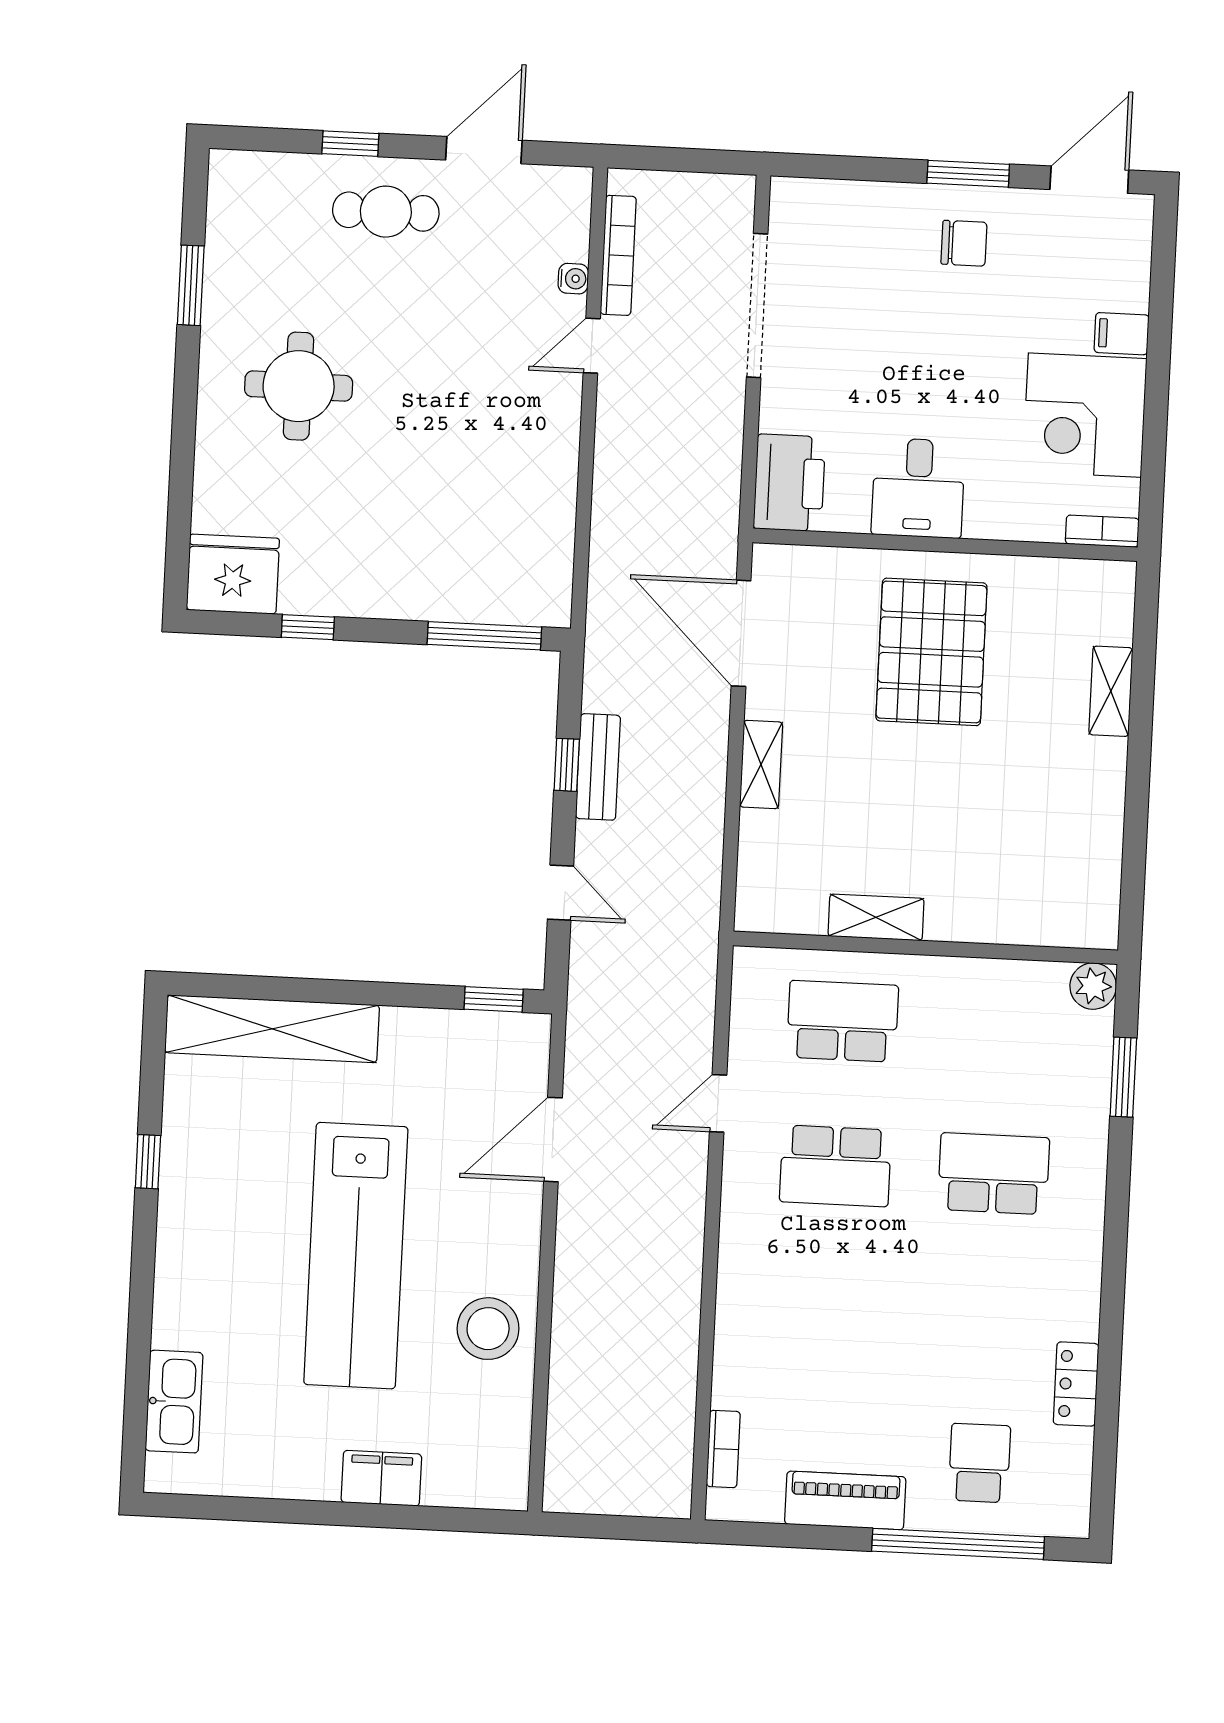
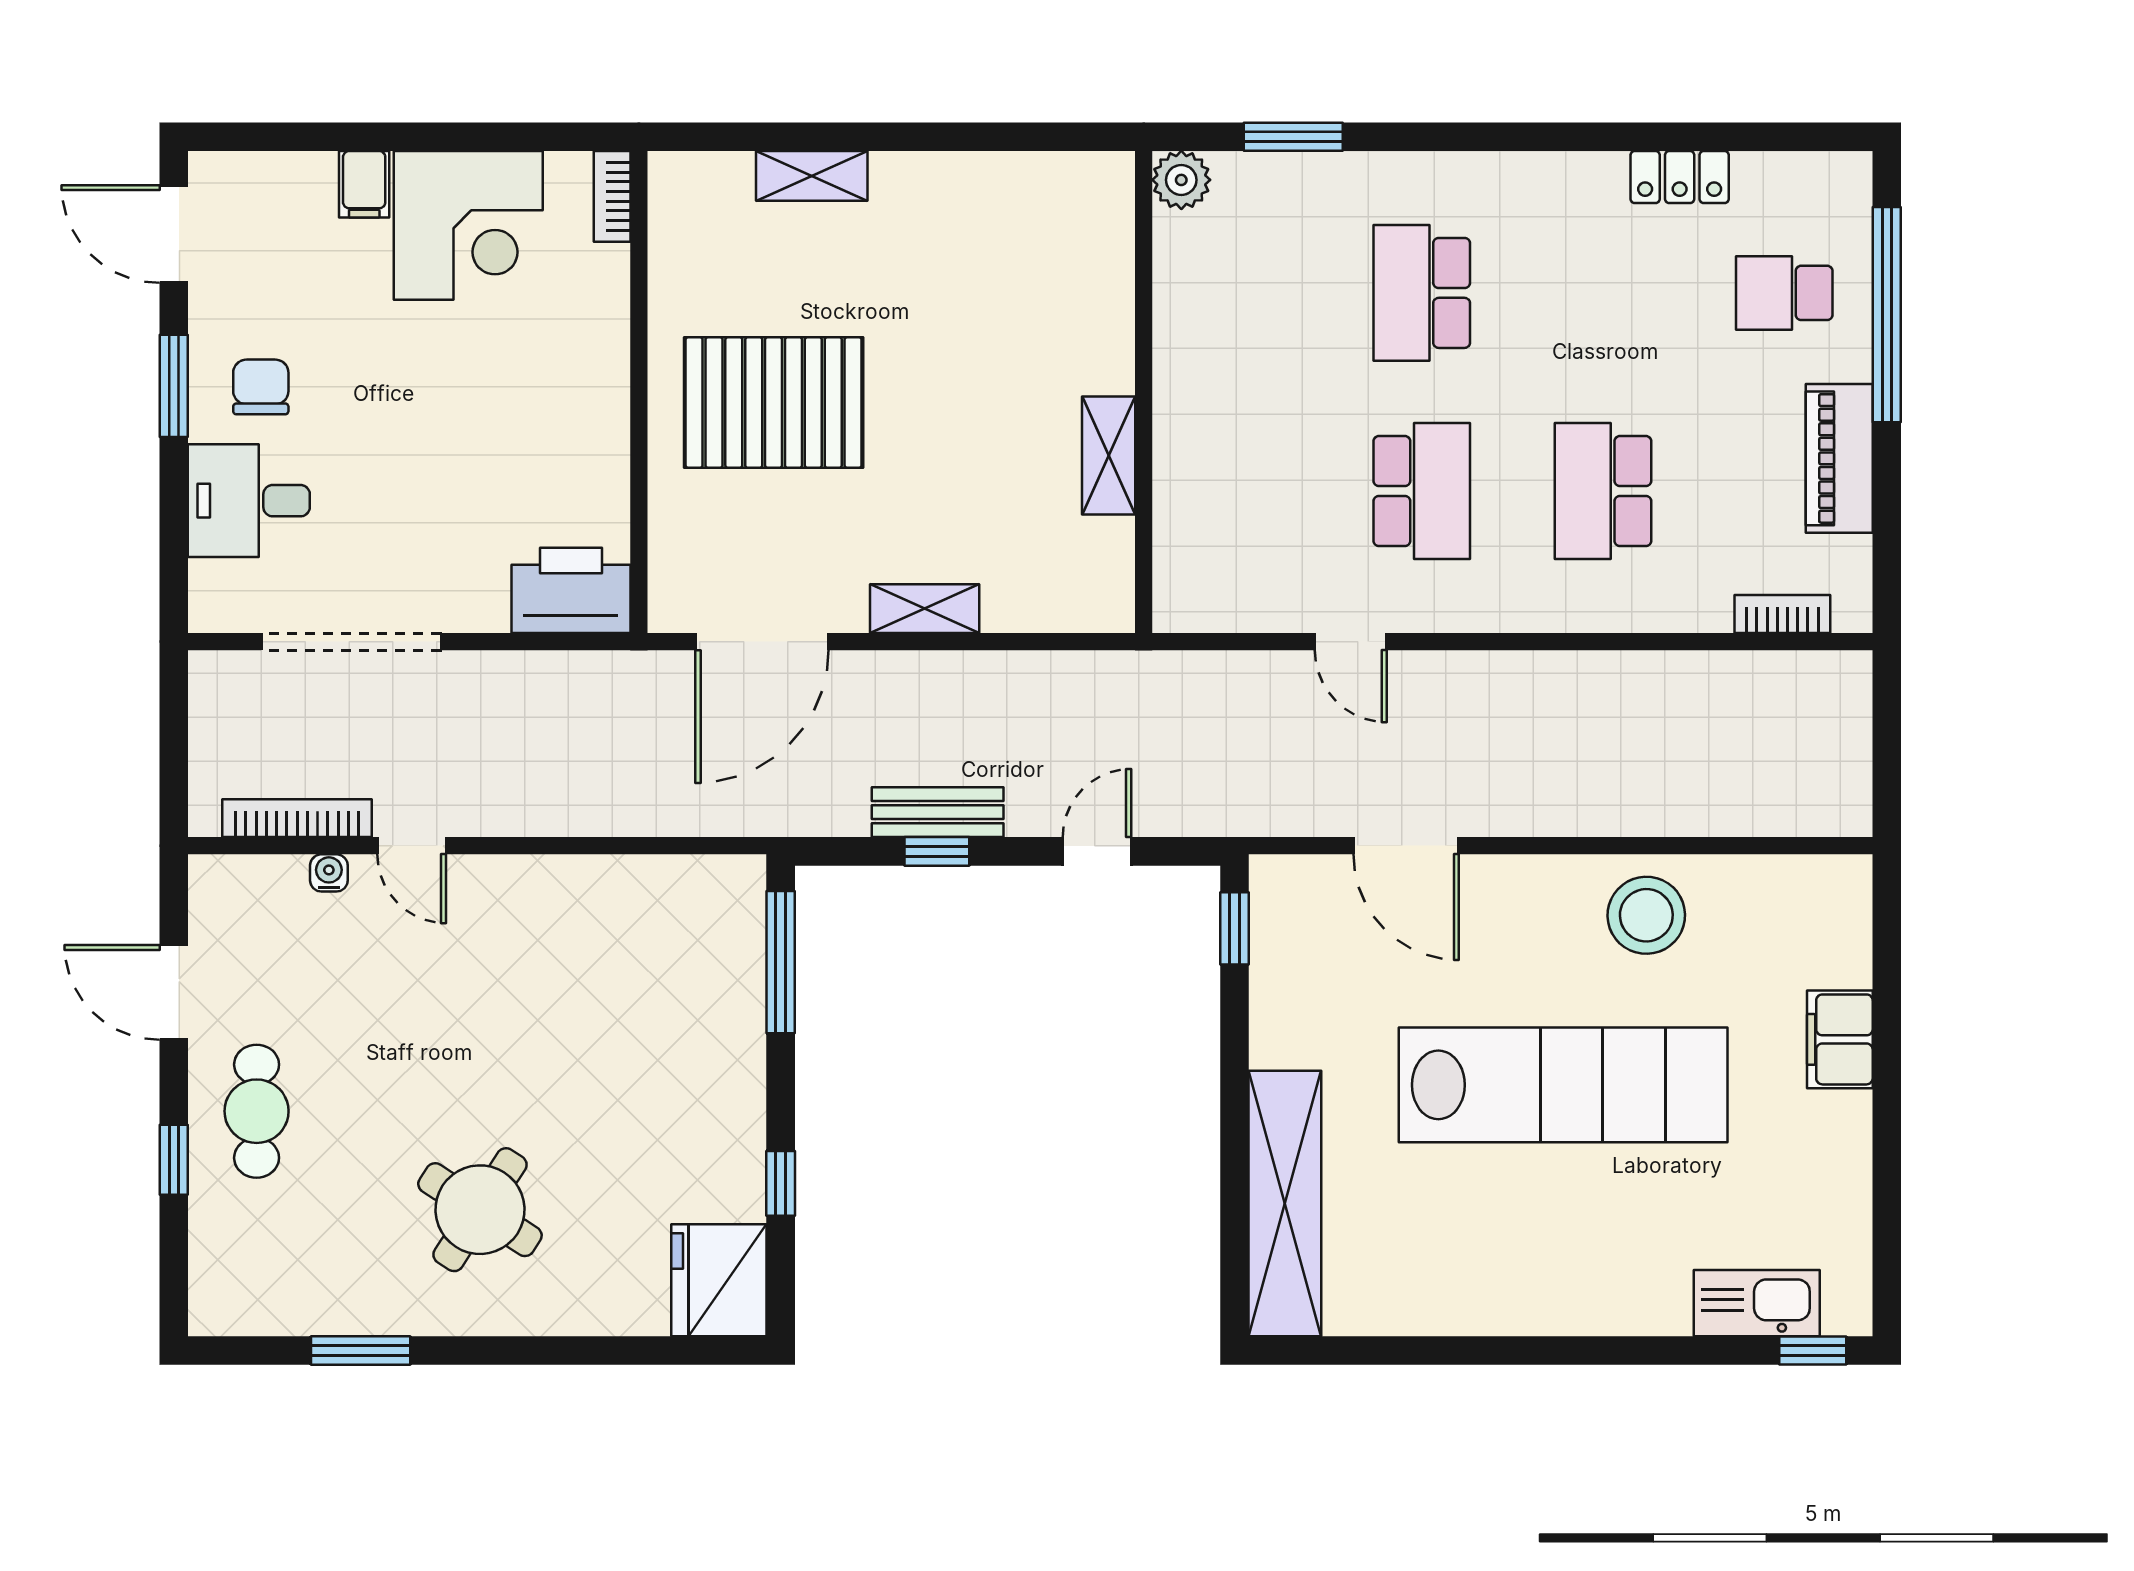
round table: (299, 386) -> (480, 1210), turned 33
desk: (918, 488) -> (249, 501), moved, turned 180
school desk: (843, 1021) -> (1603, 491), moved
window: (148, 1162) -> (1813, 1351), moved

